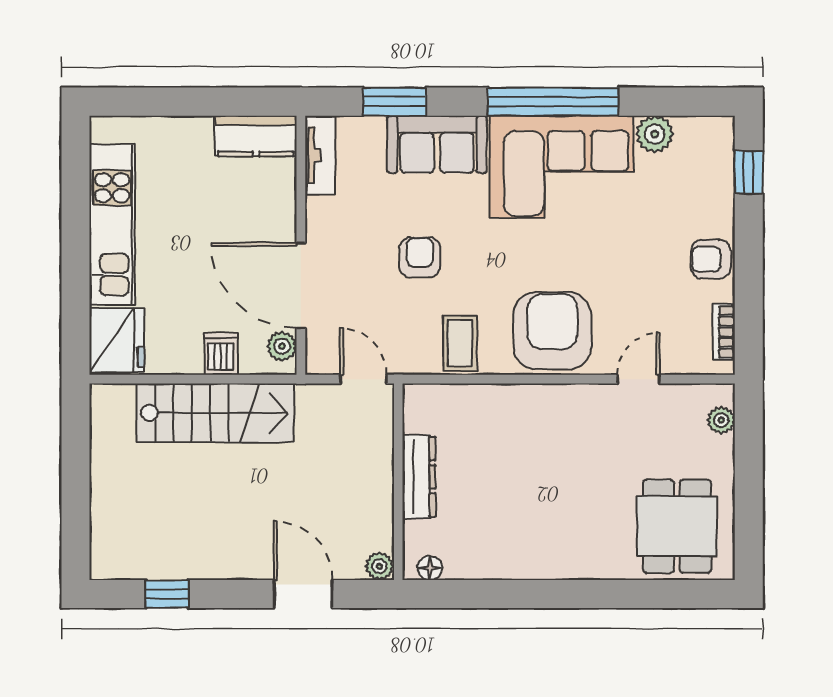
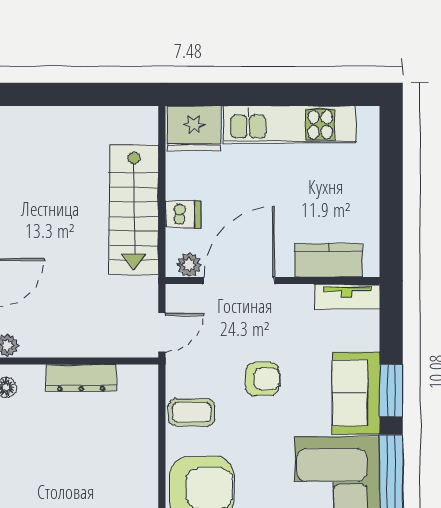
window: (395, 102) -> (391, 391), moved
kitchen counter: (256, 136) -> (329, 260), moved, turned 90

